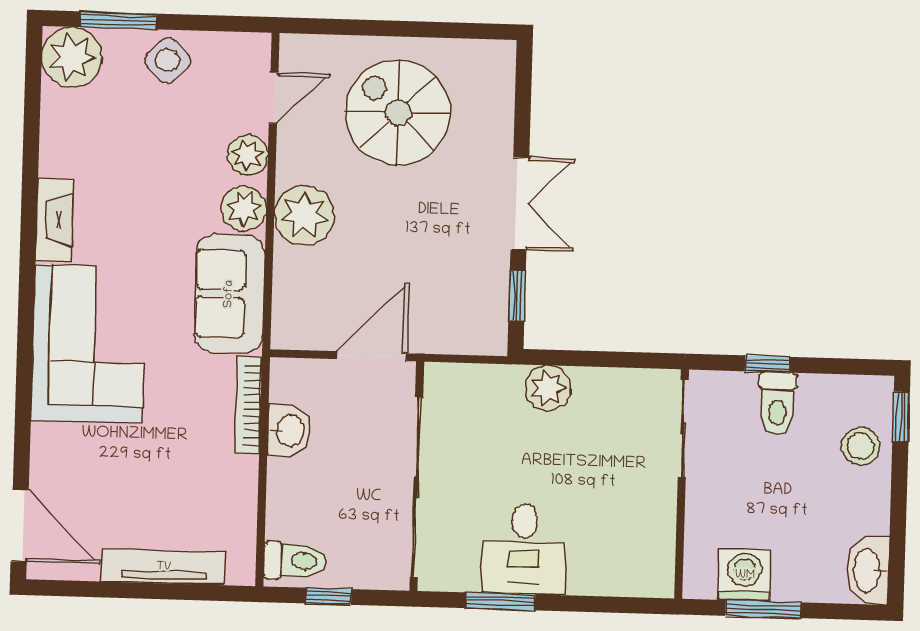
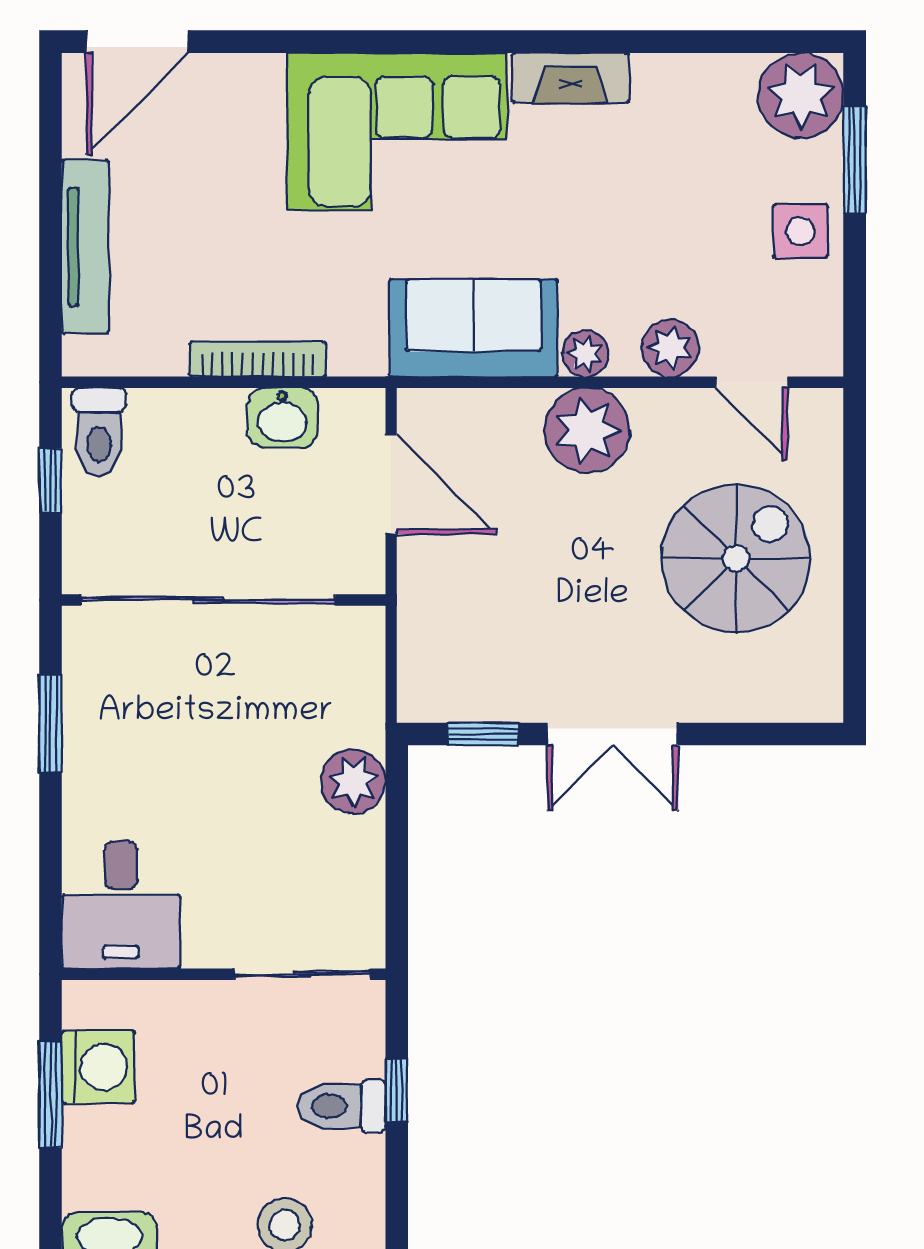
side table: (168, 60) -> (800, 231), turned 45
plant: (244, 209) -> (585, 354), width x0.73, depth x0.73
door: (372, 356) -> (391, 484), moved
bookcase: (248, 405) -> (258, 359), moved
desk: (524, 549) -> (121, 905), moved, turned -90

